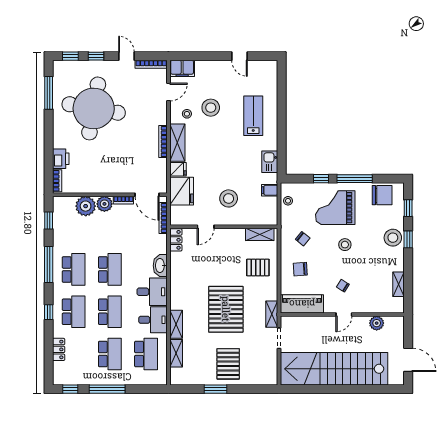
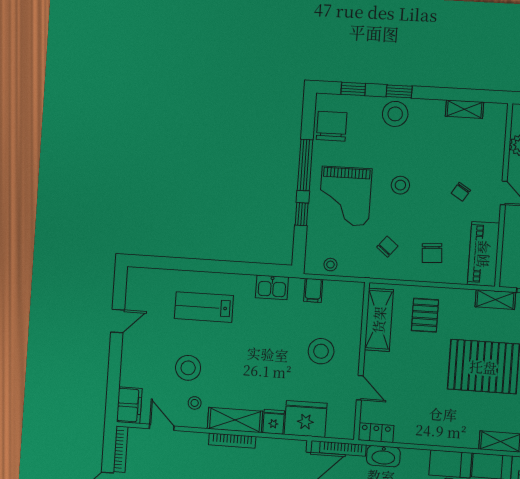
shelving: (260, 234) -> (379, 320), width x1.50, depth x1.33
washbasin: (160, 266) -> (383, 456), moved

